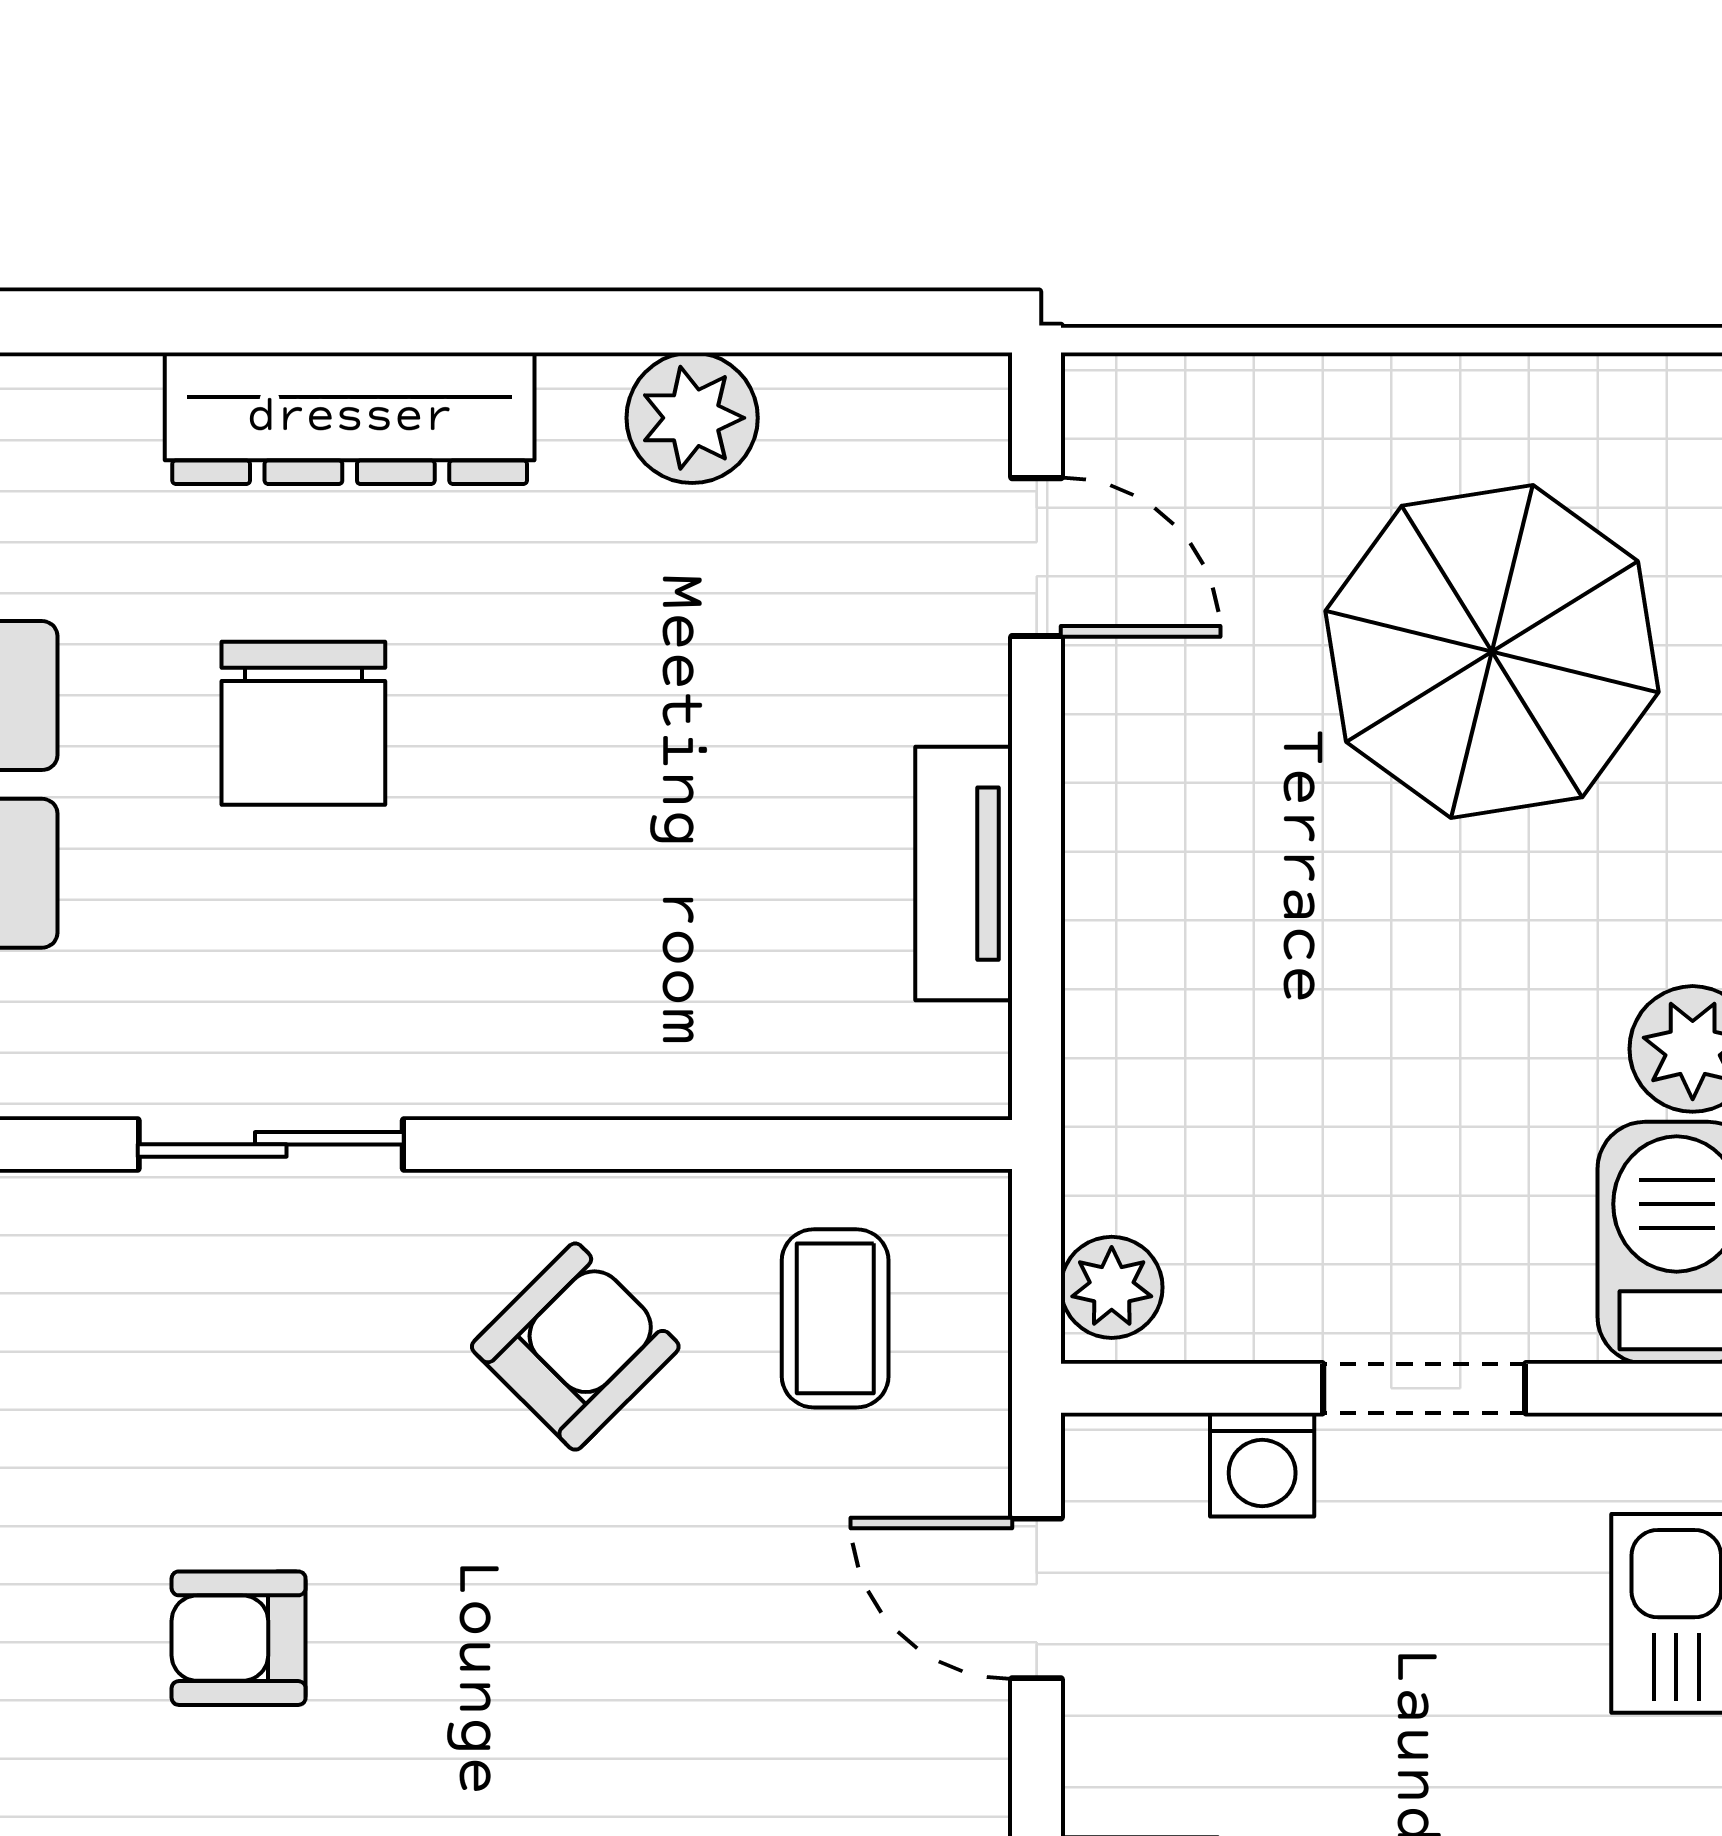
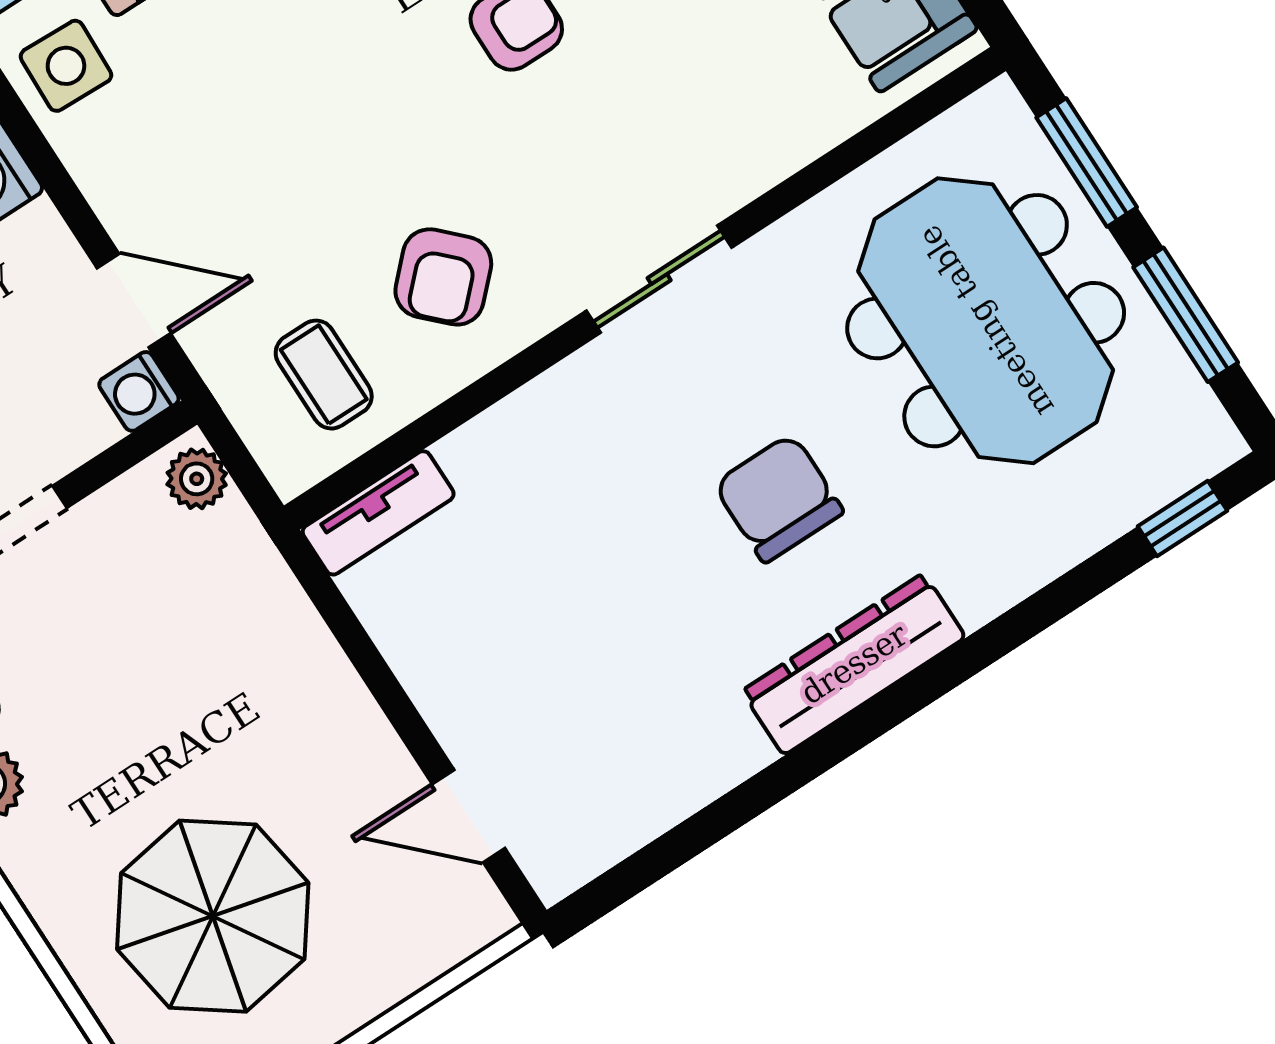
plant: (692, 418) -> (684, 775), removed
tv unit: (964, 874) -> (378, 513), moved, turned 90
washing machine: (1262, 1465) -> (139, 391), moved, turned -90

